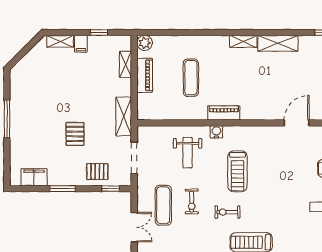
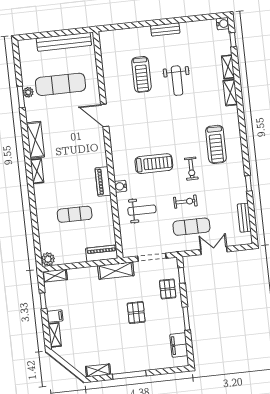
shelving: (126, 64) -> (55, 276), moved
piano: (145, 75) -> (102, 253), moved
shelving: (16, 85) -> (98, 370), added
pallet: (75, 134) -> (136, 313), turned 90

